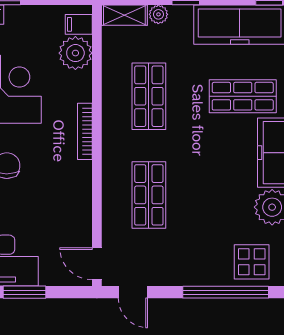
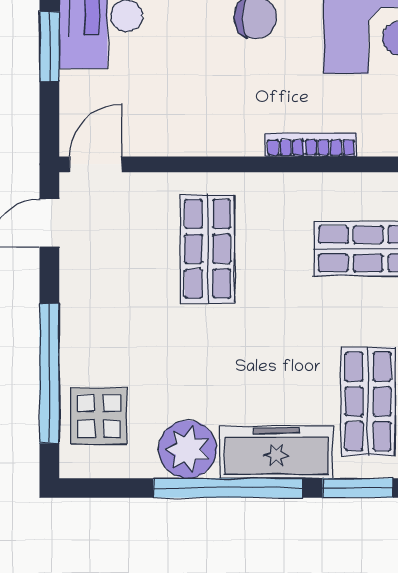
shop shelf: (149, 195) -> (208, 249), turned 90

